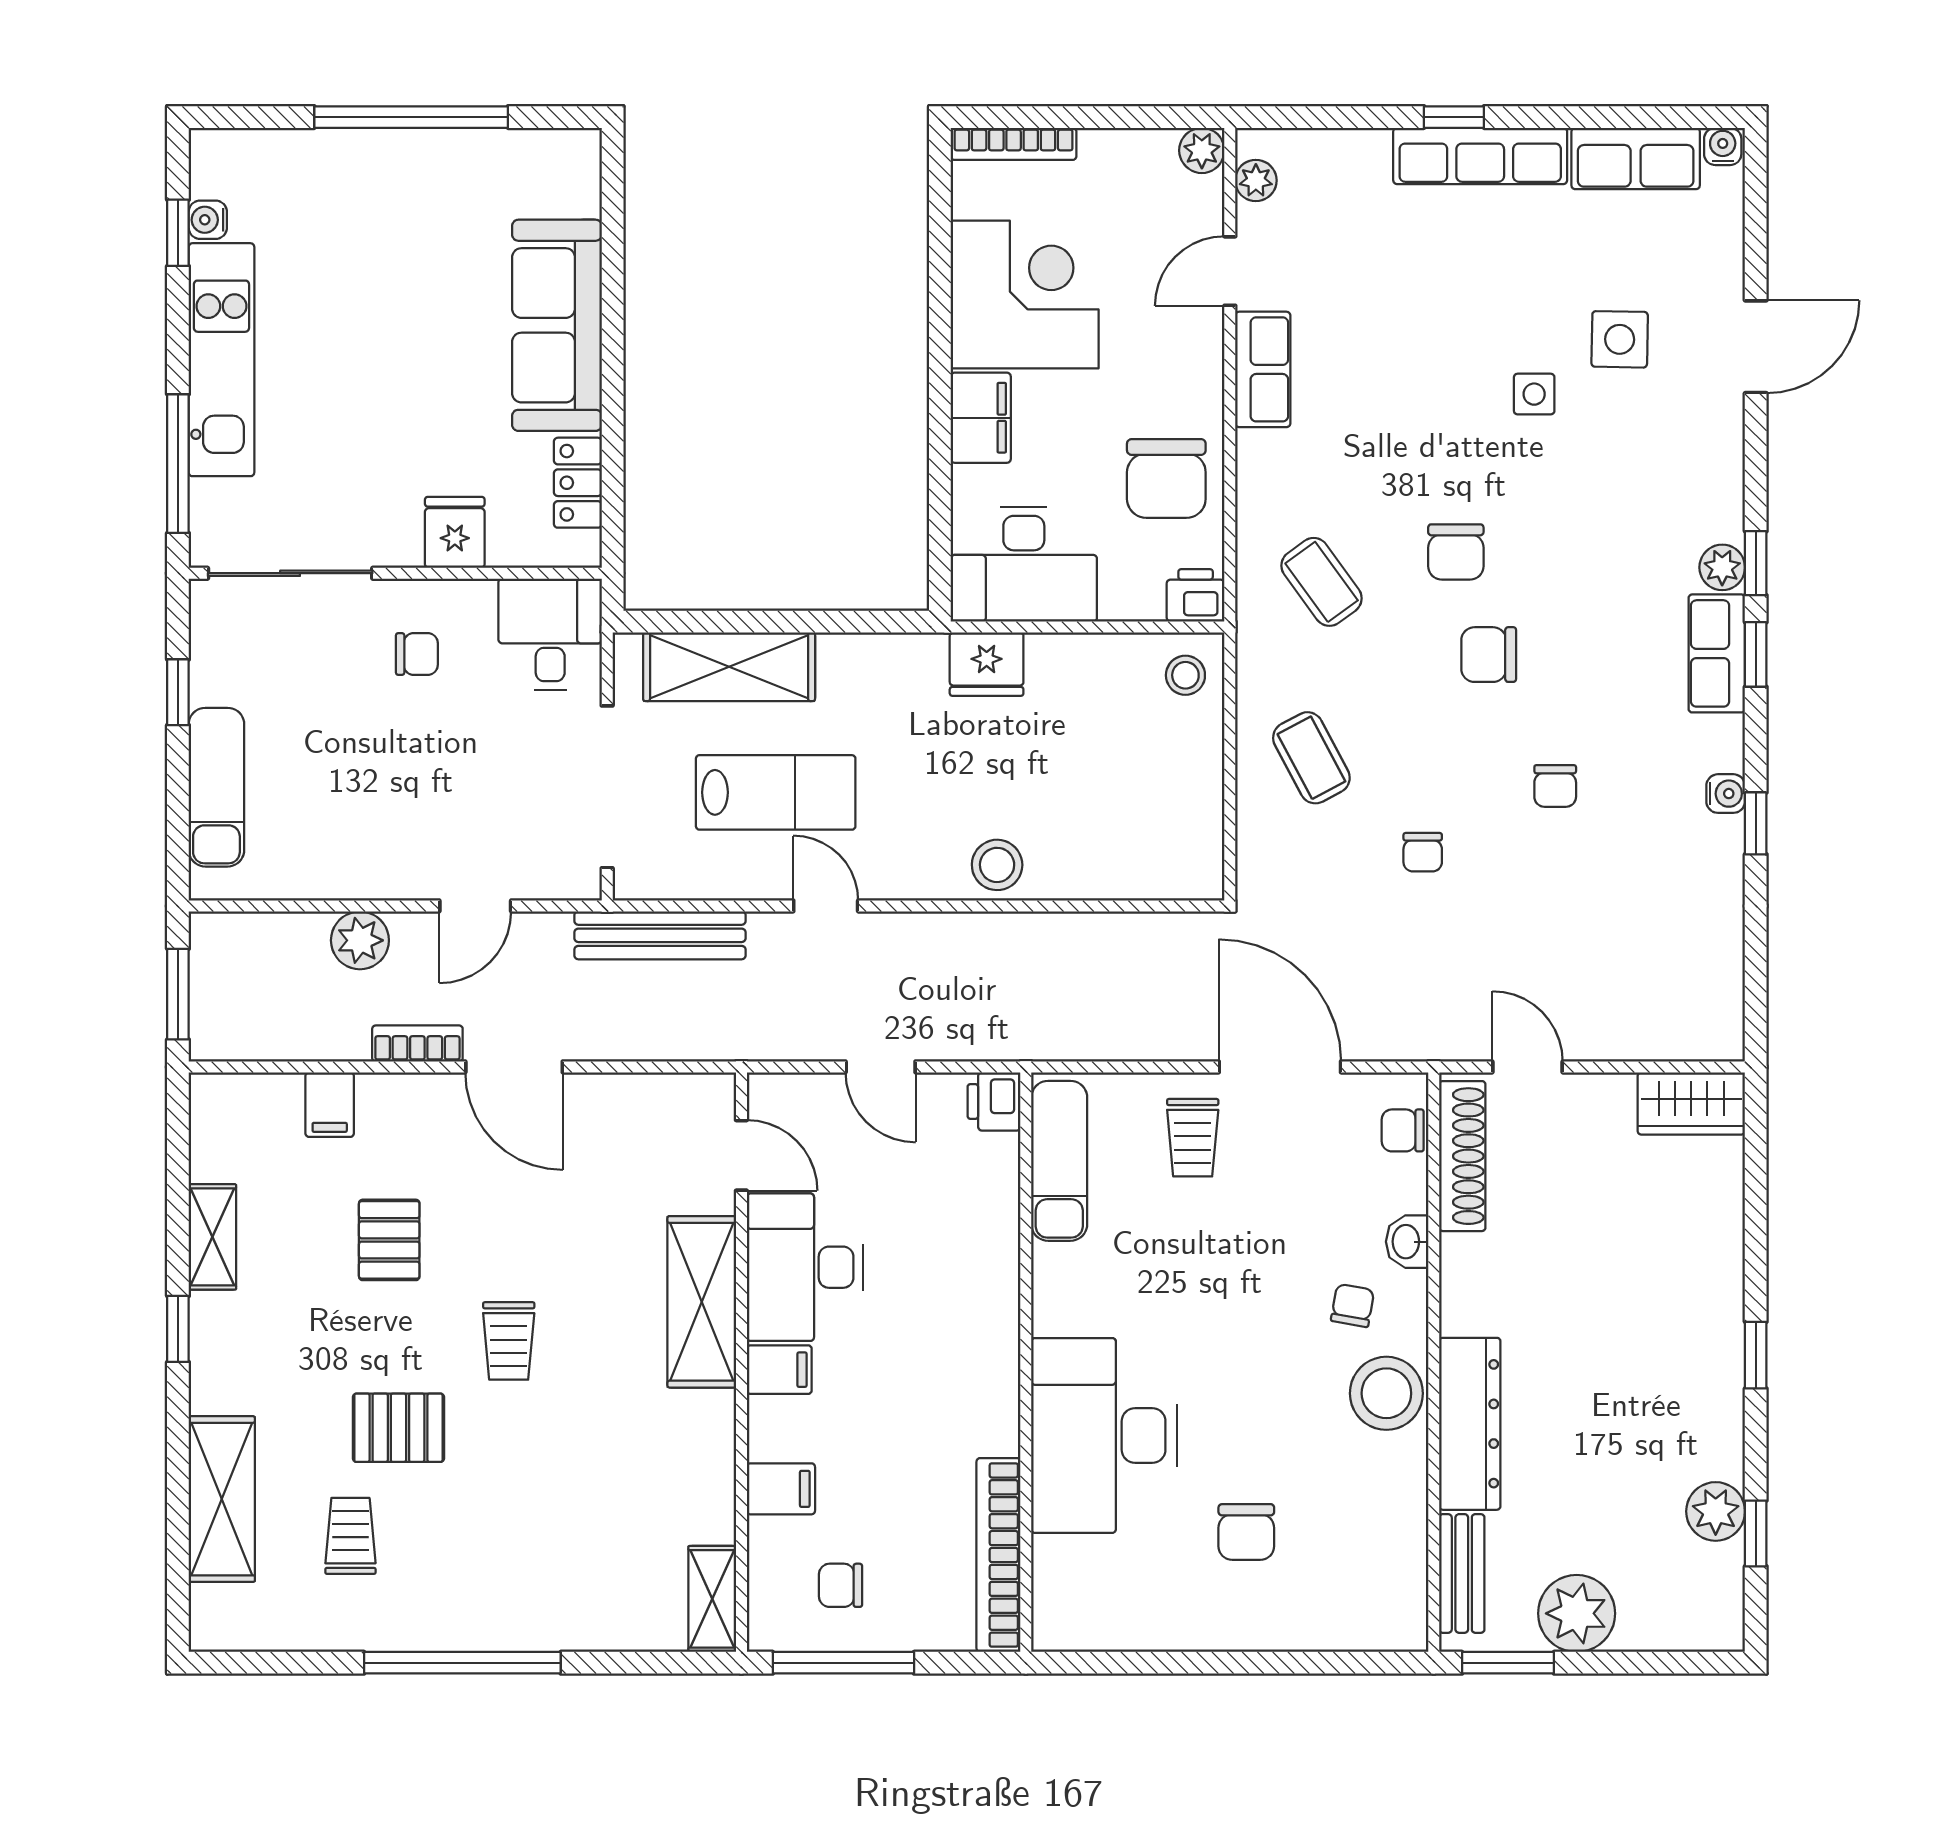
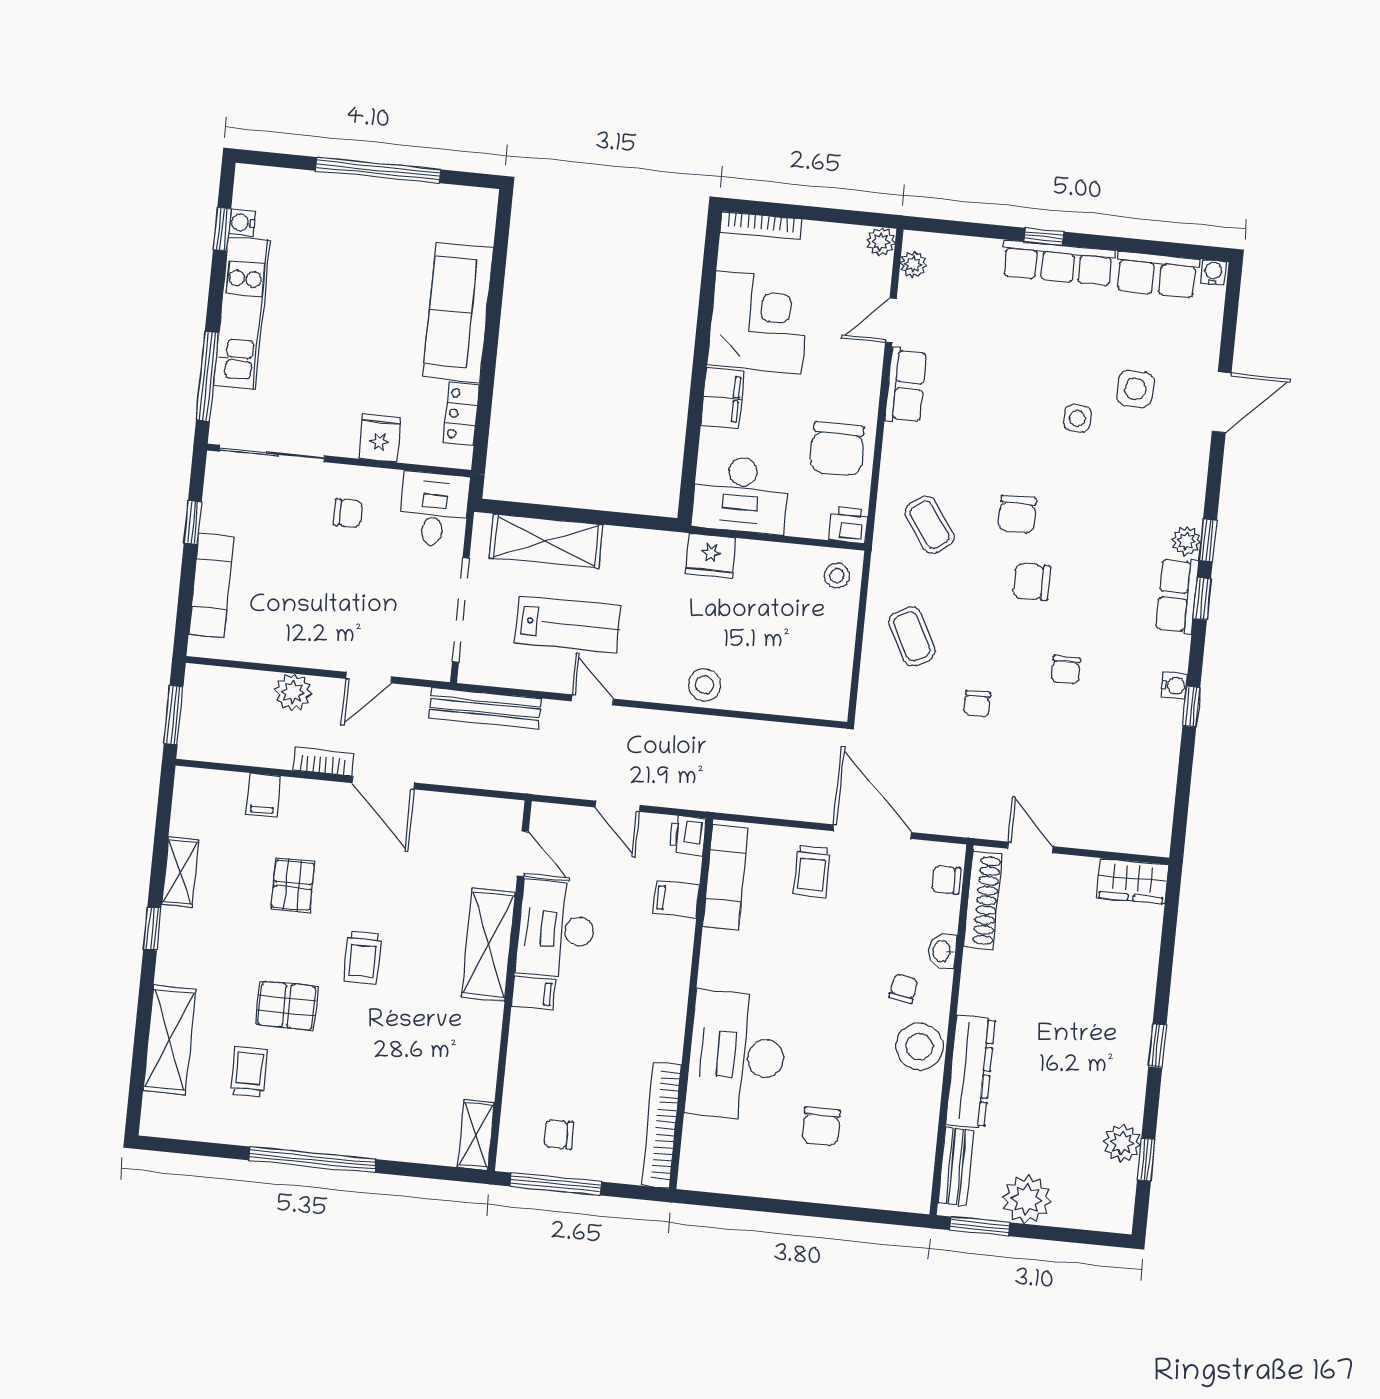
filing cabinet: (781, 1489) -> (676, 899), moved, turned 180

